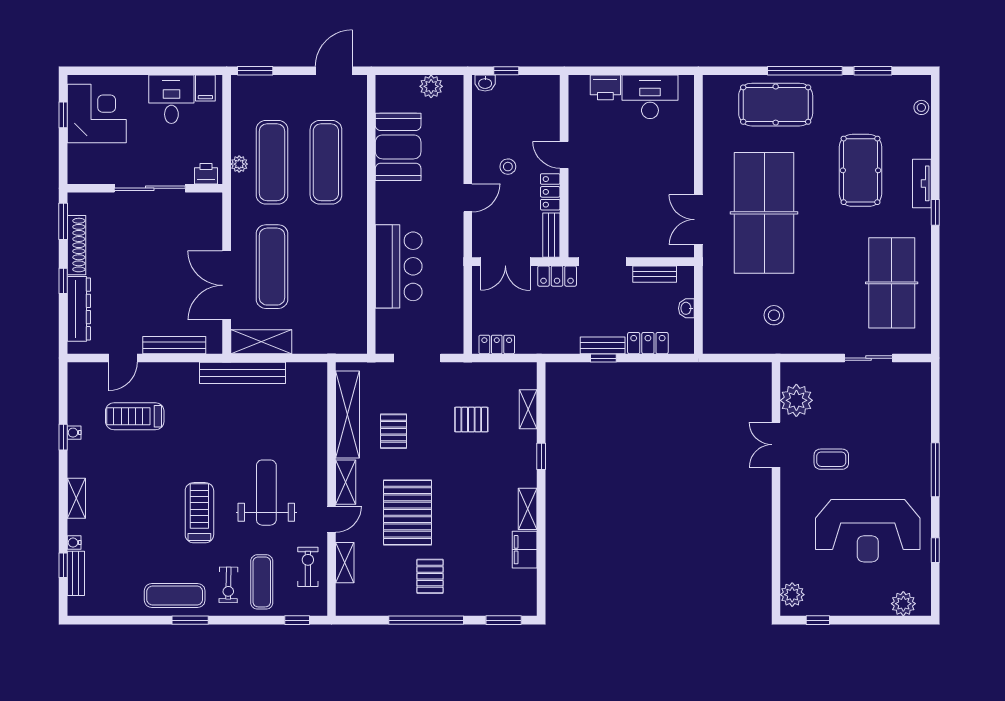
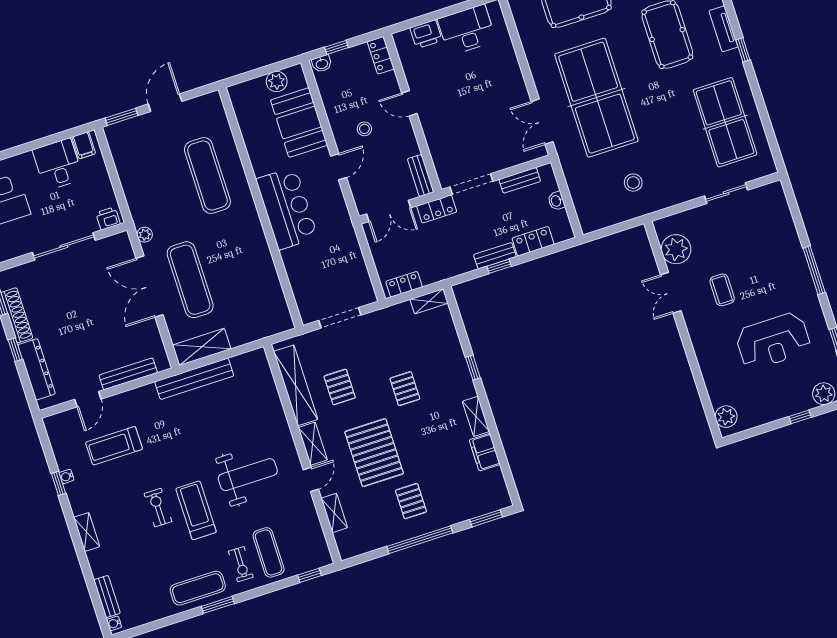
door: (334, 71) -> (165, 103), moved
booth: (398, 147) -> (299, 123), moved
exercise mat: (272, 162) -> (161, 190), removed
plant: (239, 164) -> (145, 235), moved
locker: (550, 192) -> (381, 55), moved
bar counter: (399, 266) -> (287, 208), moved
double door: (227, 285) -> (149, 286), moved
shelving: (528, 409) -> (429, 301), moved, turned 90
pallet: (471, 420) -> (405, 389), moved, turned 90
coffee table: (831, 459) -> (722, 290), turned 90
weight bench: (266, 493) -> (248, 475), turned 90
reception desk: (868, 531) -> (773, 341), width x0.74, depth x0.77
water cooler: (74, 543) -> (114, 623), moved
window: (63, 565) -> (94, 593), removed
exercise bike: (308, 567) -> (158, 508), moved
window: (818, 620) -> (800, 417), moved

